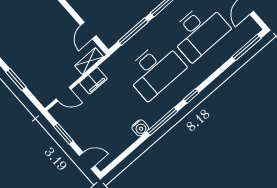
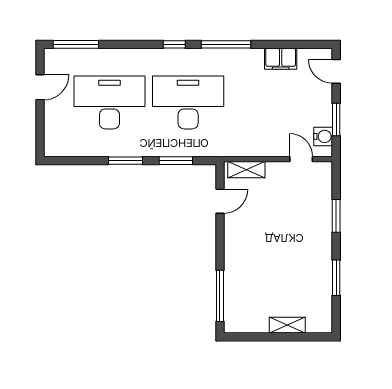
window: (133, 32) -> (176, 161), width x0.69
filing cabinet: (93, 81) -> (281, 59), moved, turned 180
water cooler: (140, 128) -> (323, 136), moved, turned 90

